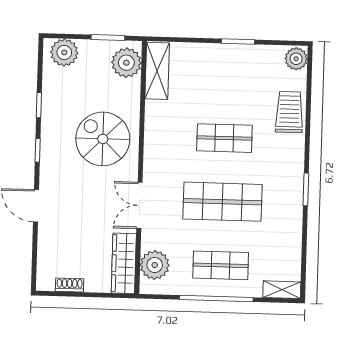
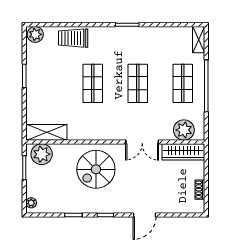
plant: (64, 52) -> (31, 203), width x0.53, depth x0.53
shop shelf: (223, 202) -> (138, 83), width x0.70, depth x0.74

